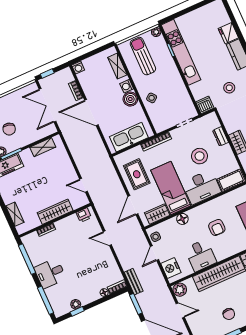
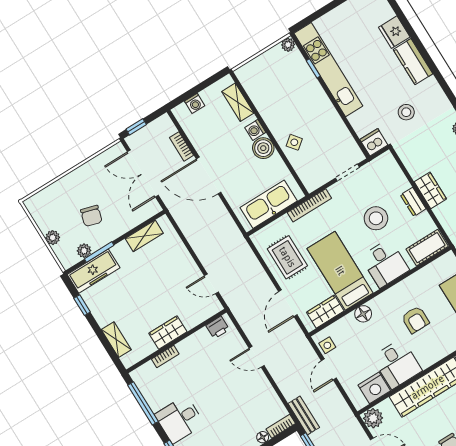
sun lounger: (143, 56) -> (273, 83), removed
washing machine: (78, 68) -> (195, 103), moved
dresser: (220, 136) -> (413, 202), moved
desk: (201, 187) -> (385, 263), width x0.73
wardrobe: (55, 212) -> (168, 333), width x0.67
nightstand: (171, 268) -> (374, 388), moved, turned -90

